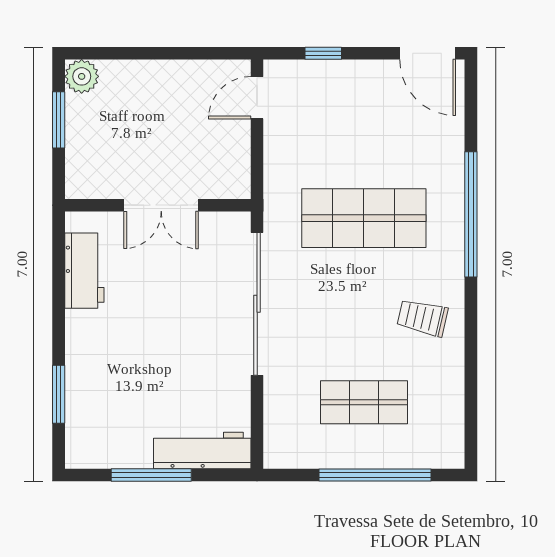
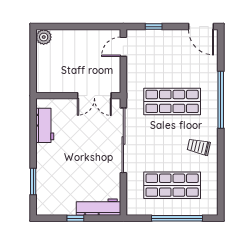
window: (59, 120) -> (33, 57), removed
double door: (161, 205) -> (94, 96), moved
shop shelf: (364, 402) -> (172, 185), width x1.43, depth x1.36
window: (151, 475) -> (75, 218), width x0.46

